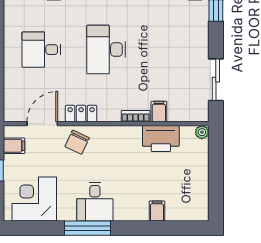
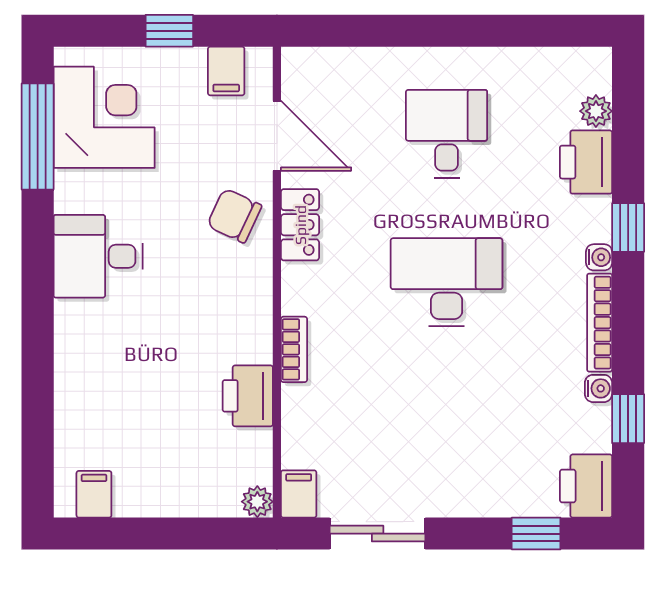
filing cabinet: (159, 112) -> (299, 494), moved, turned -90
printer: (161, 138) -> (248, 396), width x0.73, depth x0.84
filing cabinet: (157, 211) -> (94, 494), moved, turned -90
window: (88, 228) -> (38, 137), moved

